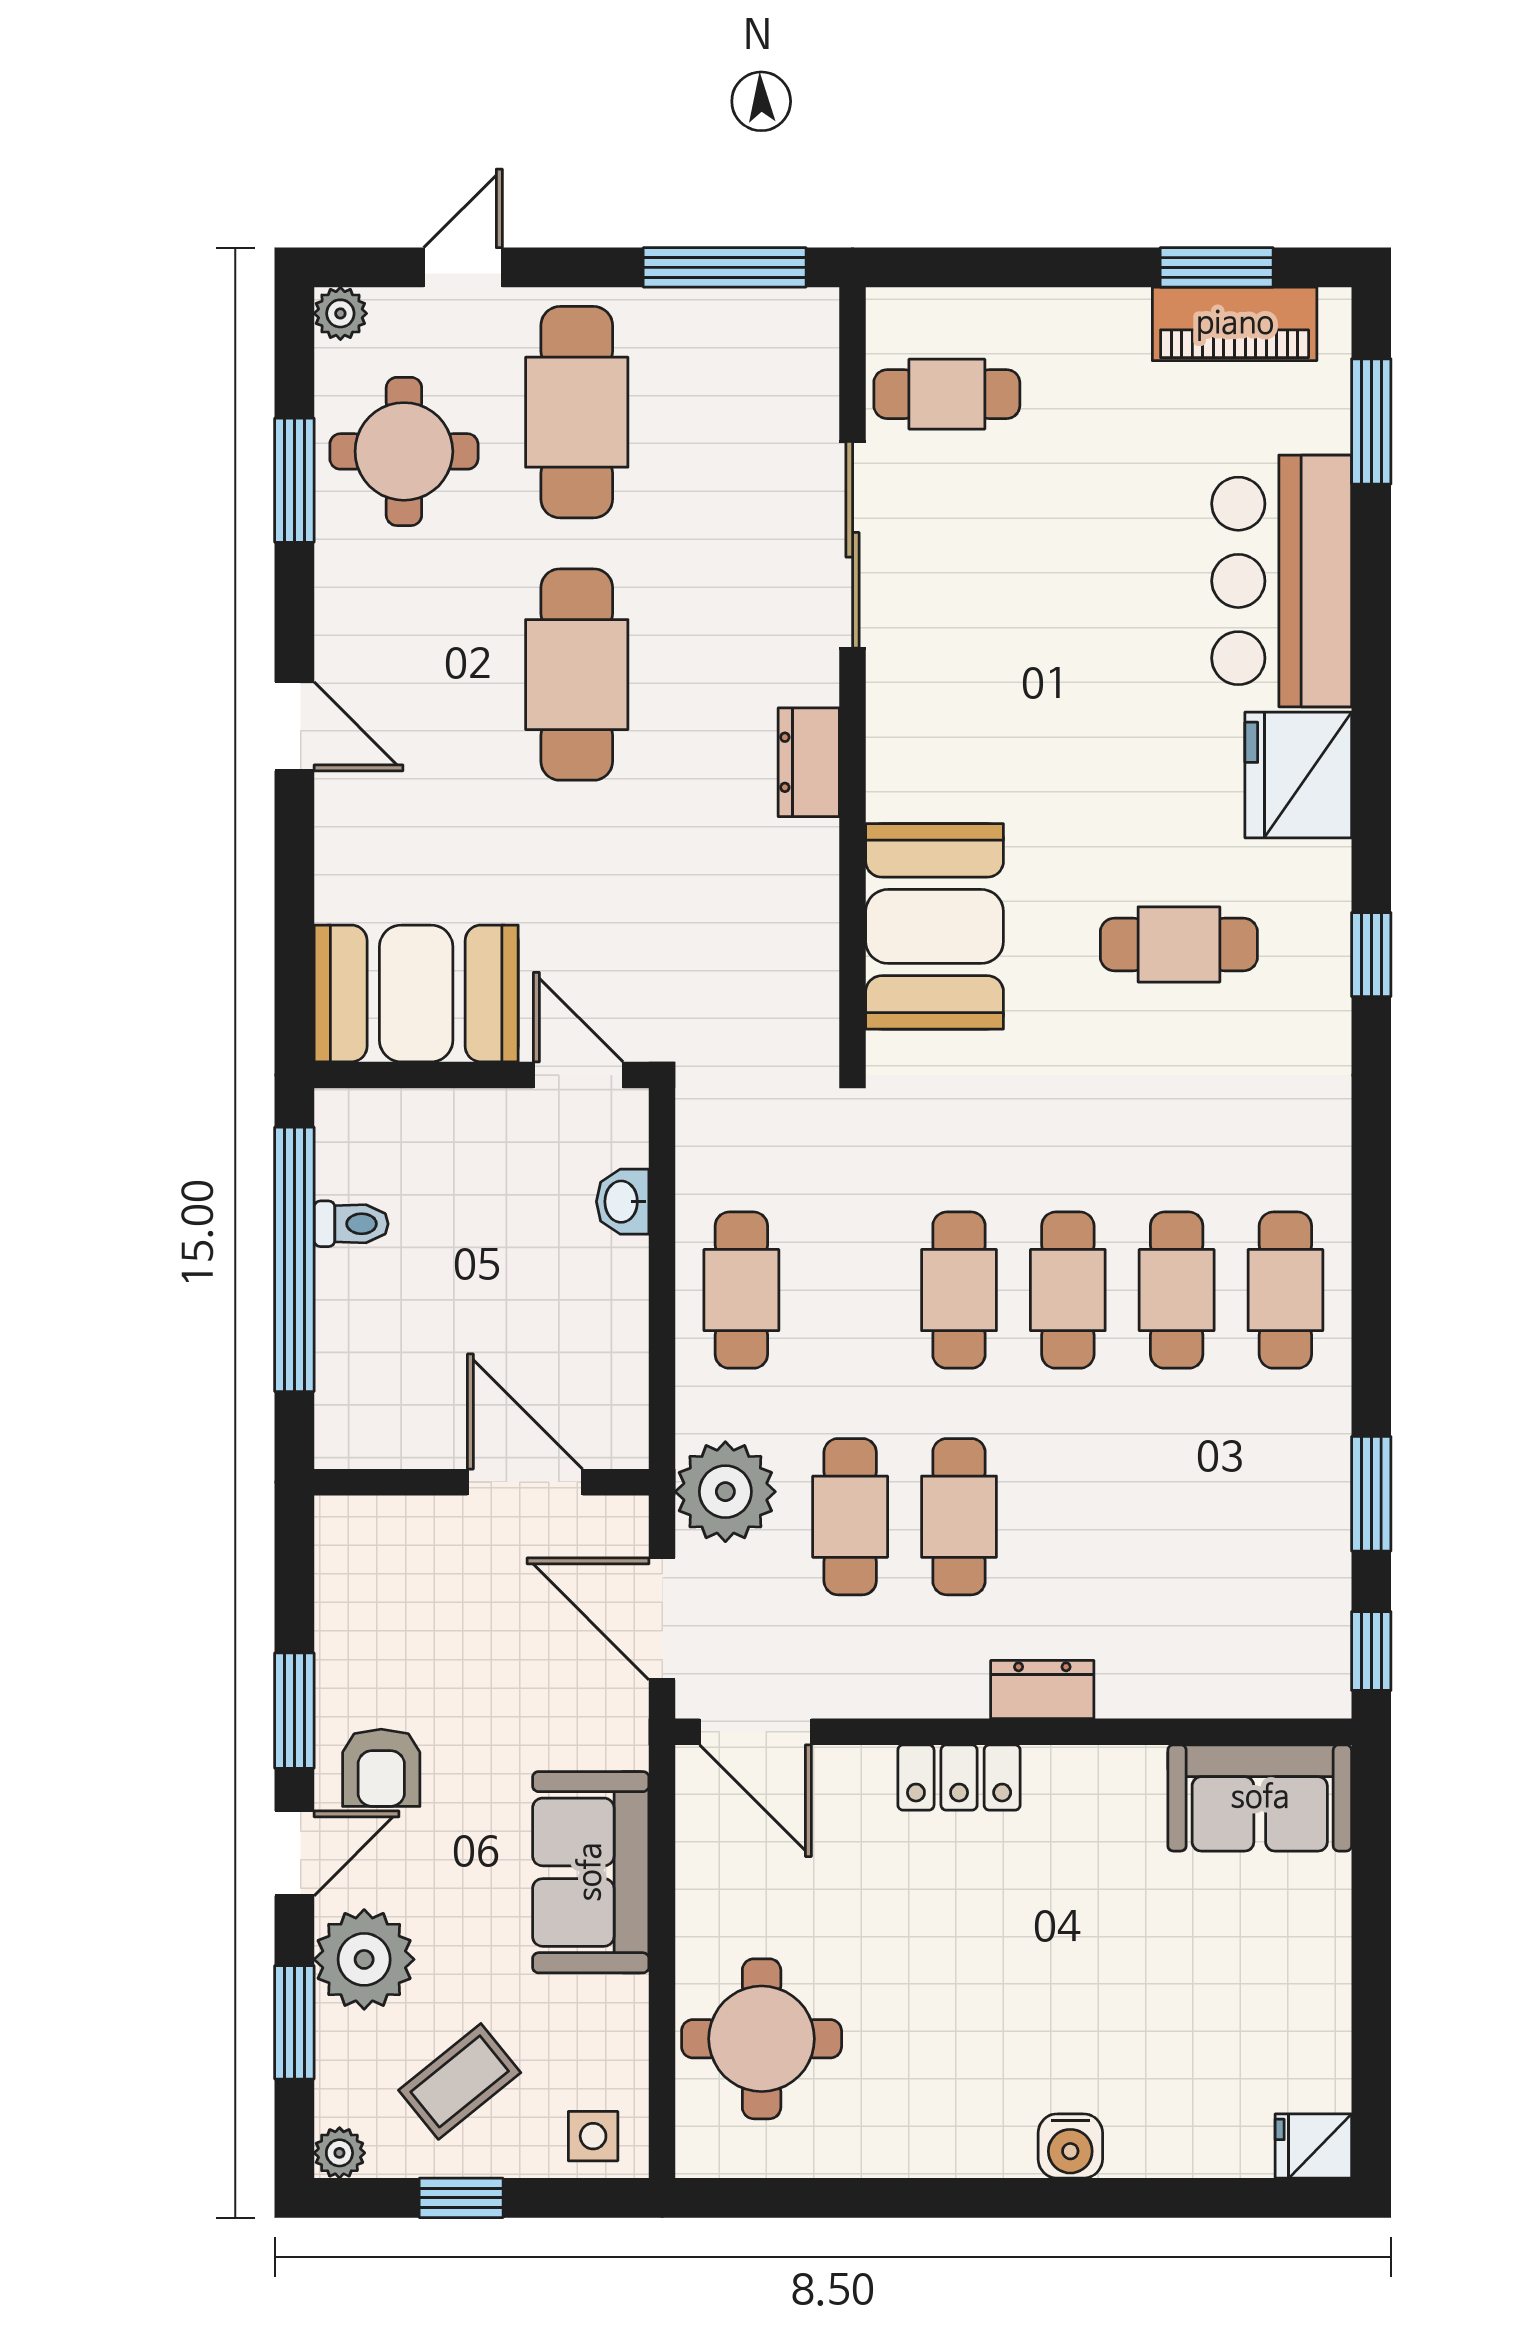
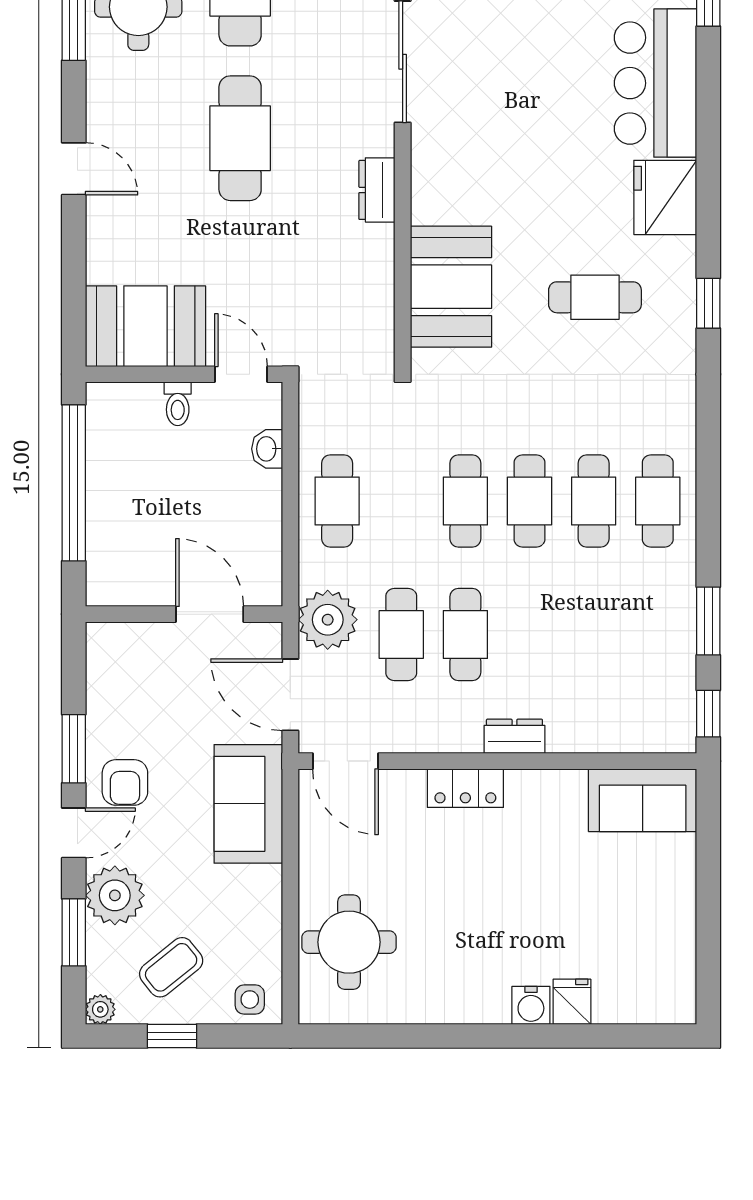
toilet: (351, 1224) -> (178, 404), moved, turned 90
sofa: (591, 1872) -> (248, 804), moved
fridge: (1313, 2146) -> (572, 1002), moved, turned 90

